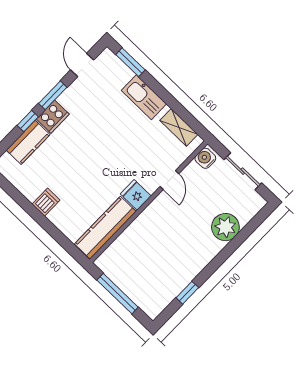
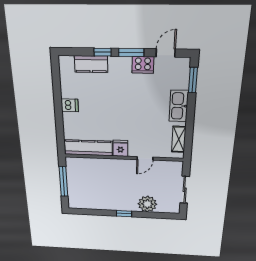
cooker: (53, 117) -> (143, 65), moved
water cooler: (205, 158) -> (174, 166), removed
window: (187, 293) -> (124, 214), moved

